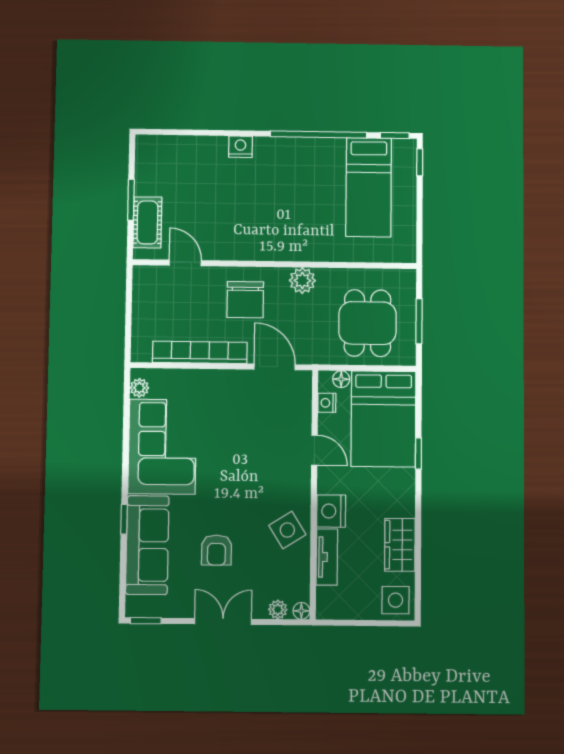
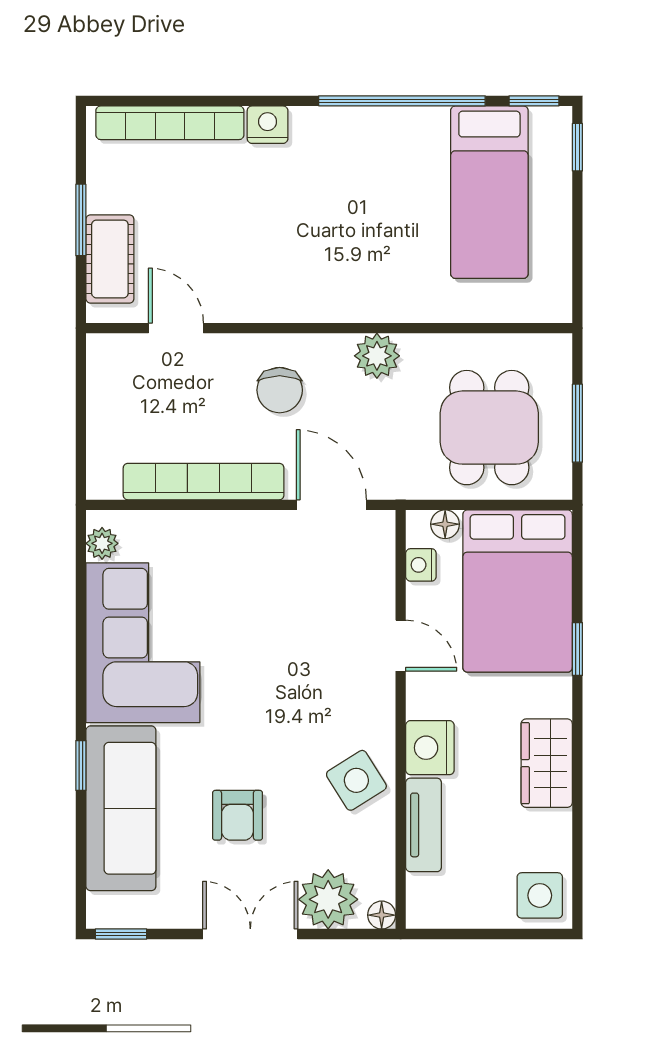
bookcase: (184, 145) -> (170, 123), added
chair: (245, 300) -> (280, 390), width x0.73, depth x0.73
wardrobe: (400, 545) -> (547, 763), moved
plant: (278, 609) -> (328, 899), width x1.87, depth x1.87

